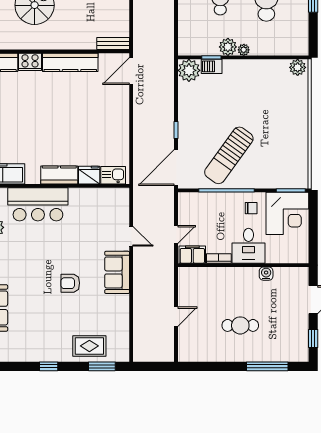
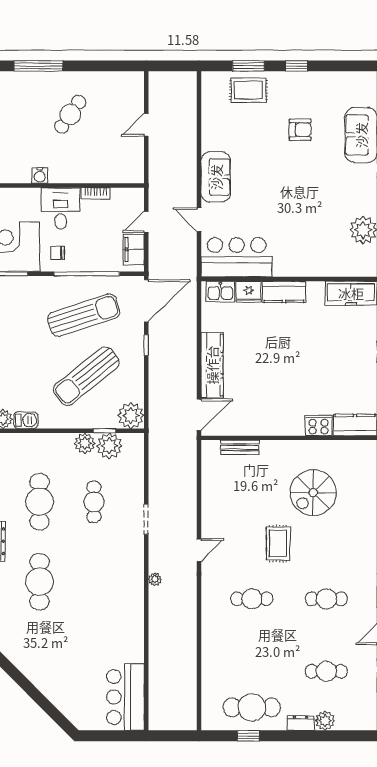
bench: (113, 43) -> (240, 447), moved
plant: (244, 50) -> (110, 446), moved, width x1.87, depth x1.87
kitchen counter: (70, 62) -> (212, 365), moved, turned 90
barbecue: (212, 66) -> (26, 420), moved
sun lounger: (227, 104) -> (86, 376), added
sun lounger: (229, 155) -> (84, 315), turned 36
bar counter: (38, 204) -> (237, 257), moved
filing cabinet: (192, 255) -> (134, 249), moved, turned 90
armchair: (70, 283) -> (300, 130), moved
cafe table: (240, 325) -> (70, 114), turned -55
window: (102, 366) -> (248, 66), moved

